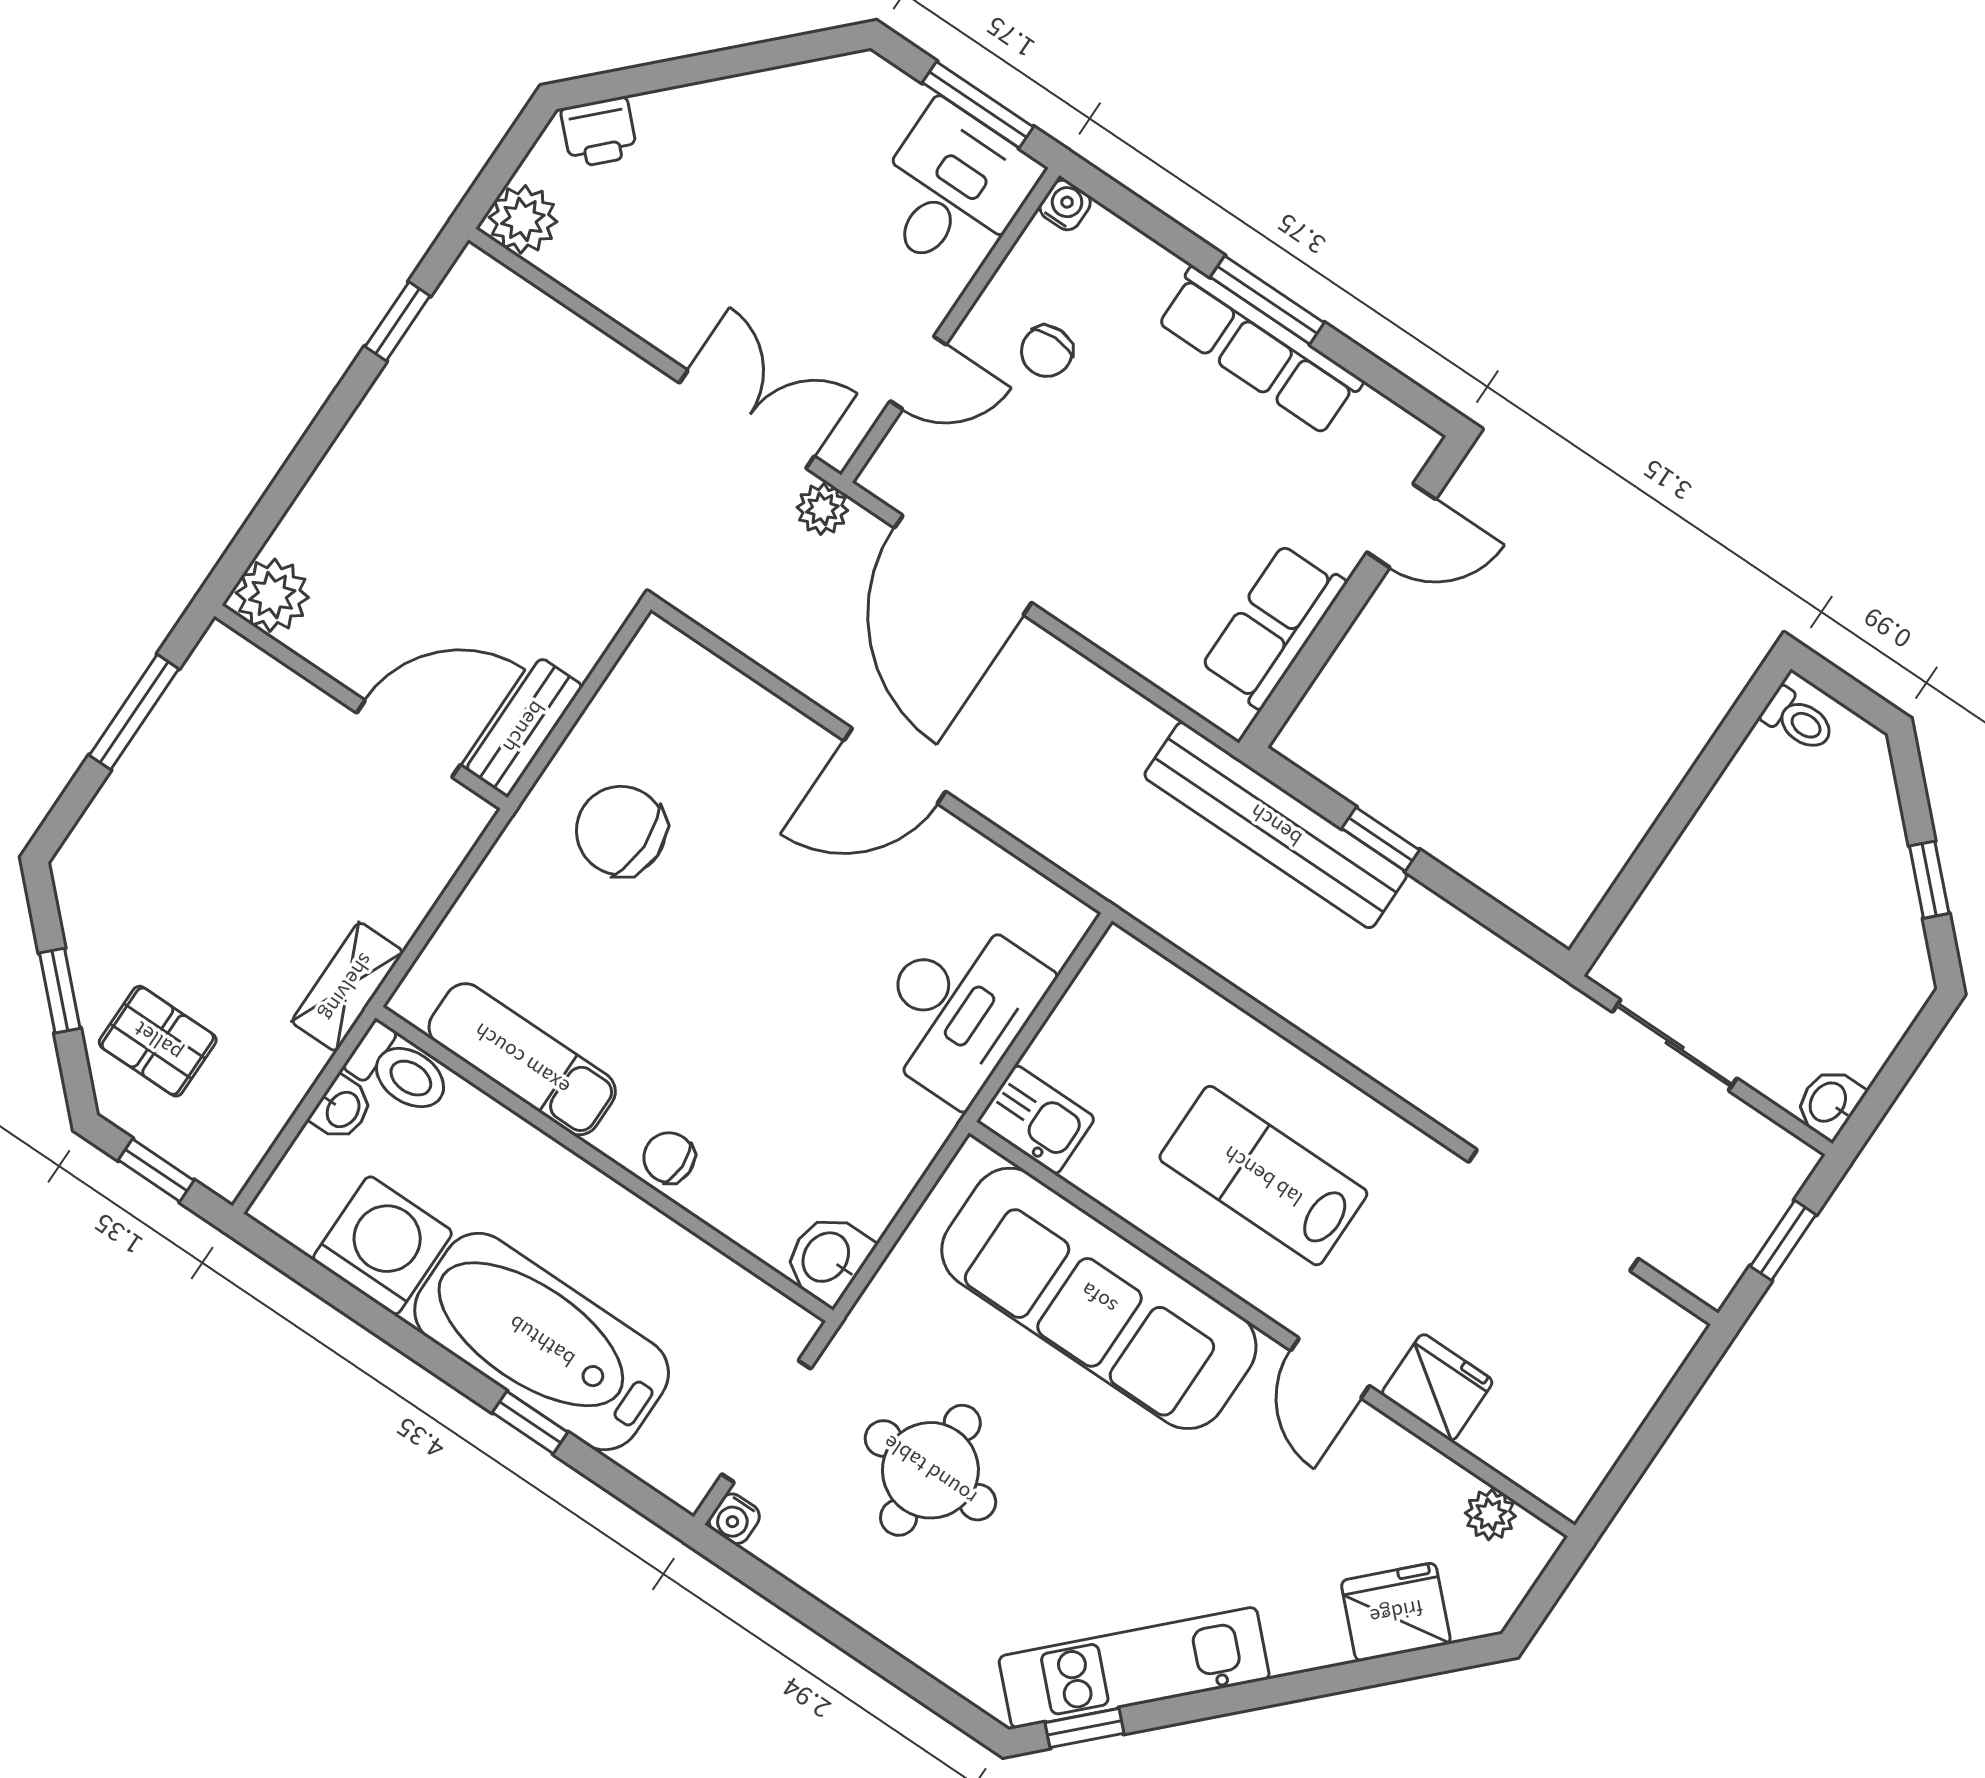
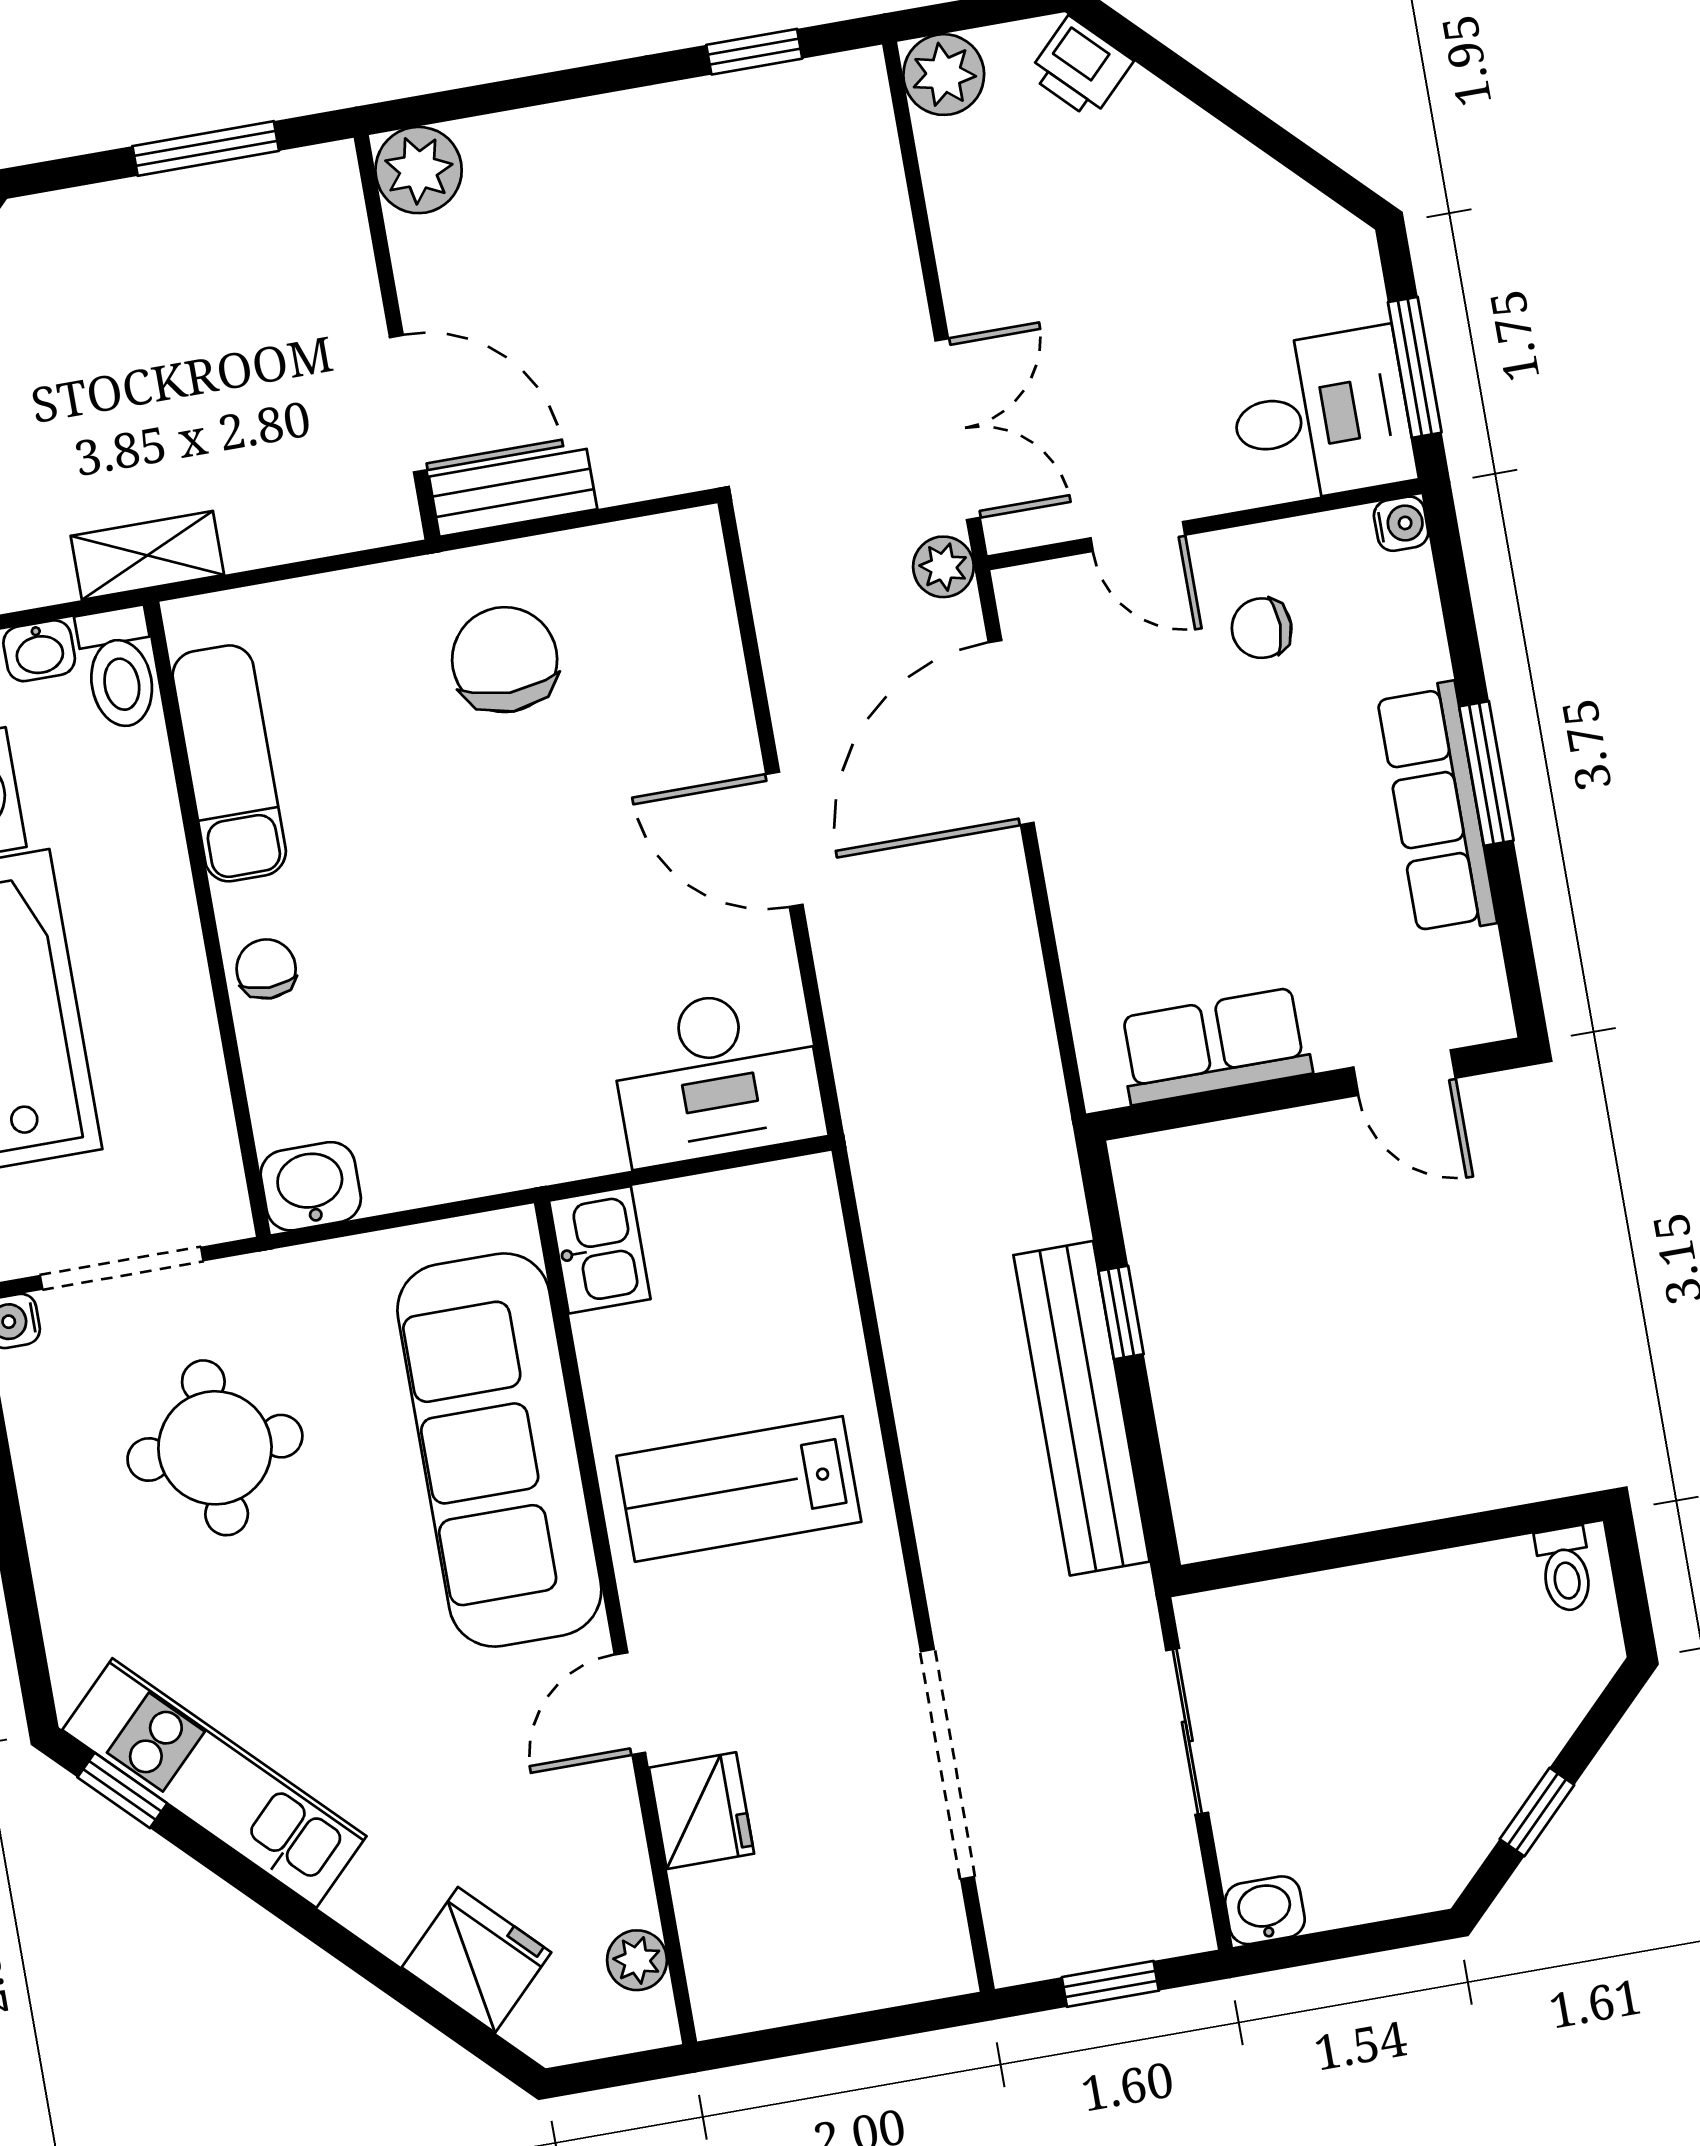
bench: (1276, 825) -> (1081, 1408), moved
desk: (957, 1008) -> (717, 1076), moved
lab bench: (1263, 1176) -> (739, 1489), turned -90

